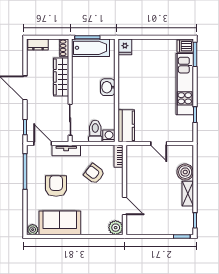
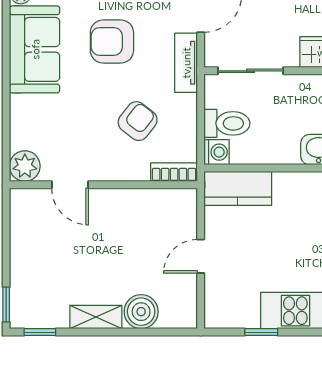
armchair: (56, 186) -> (112, 41), turned 180
door: (125, 206) -> (70, 185), hinge flipped

